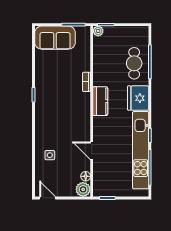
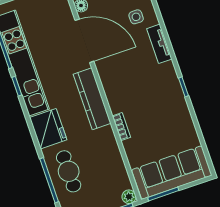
sofa: (55, 38) -> (172, 173), width x1.36
kitchen counter: (100, 101) -> (92, 99), width x1.50
tv unit: (40, 131) -> (159, 44), added
door: (92, 151) -> (84, 41), width x1.87

